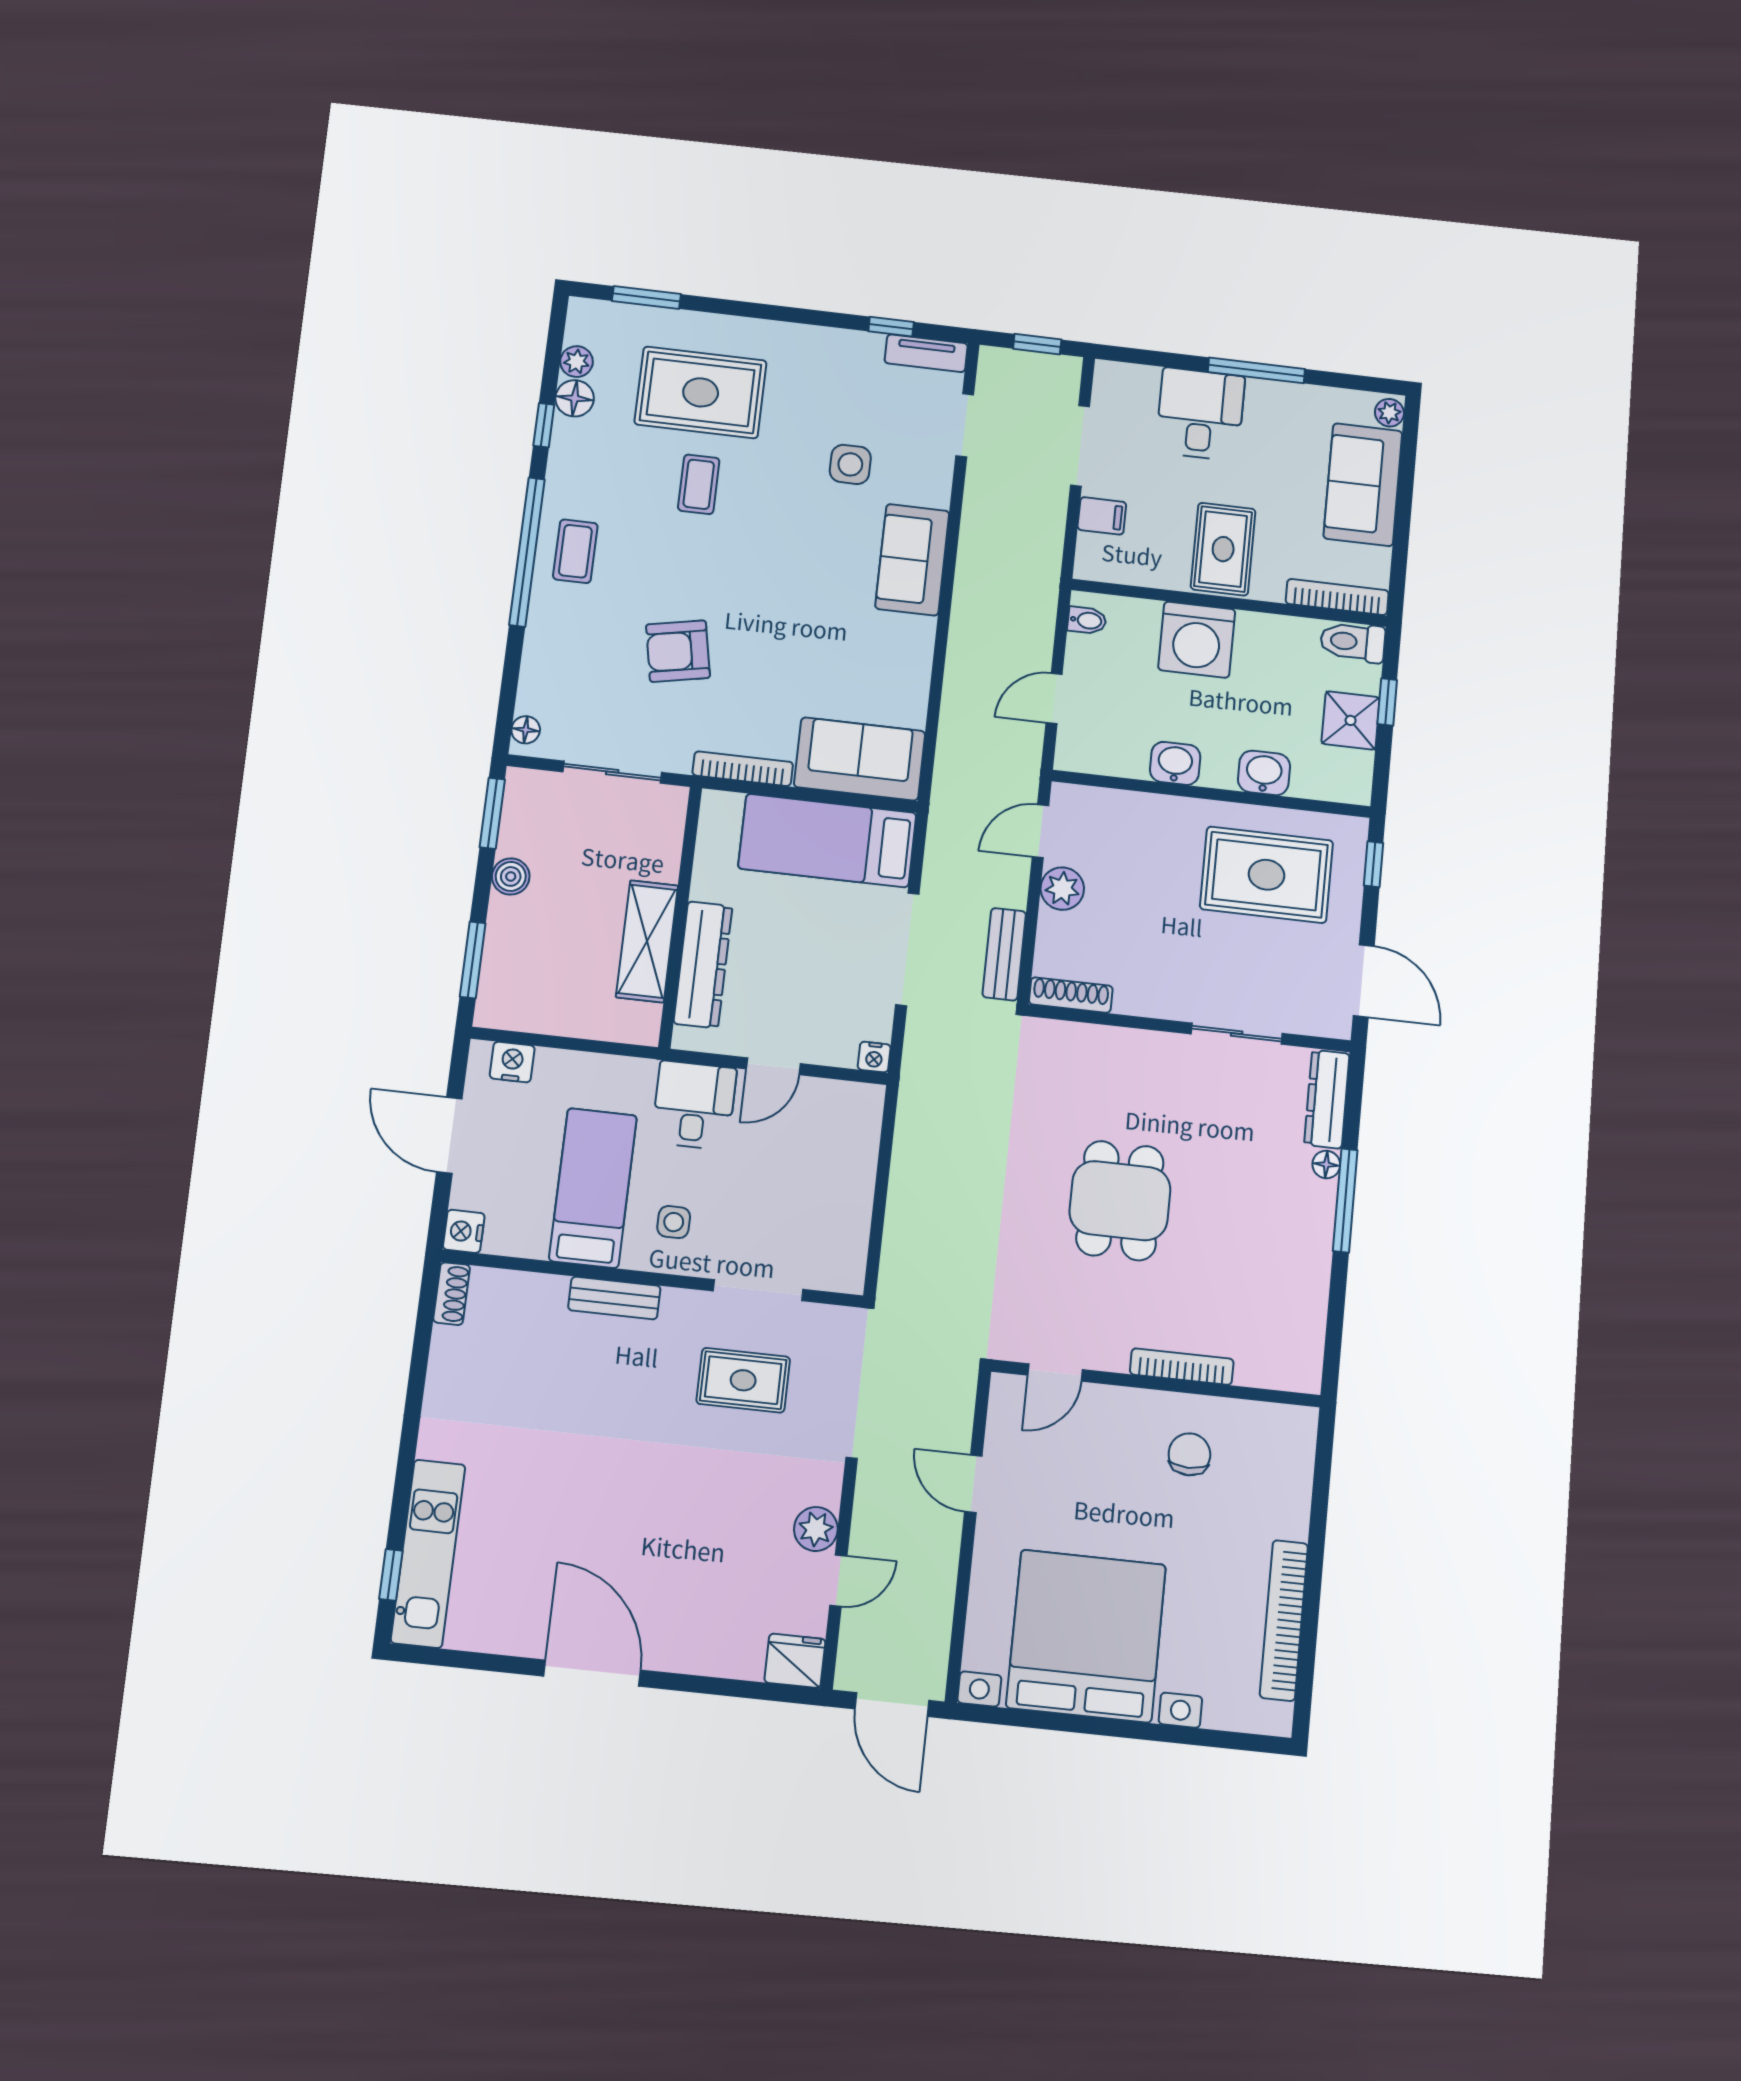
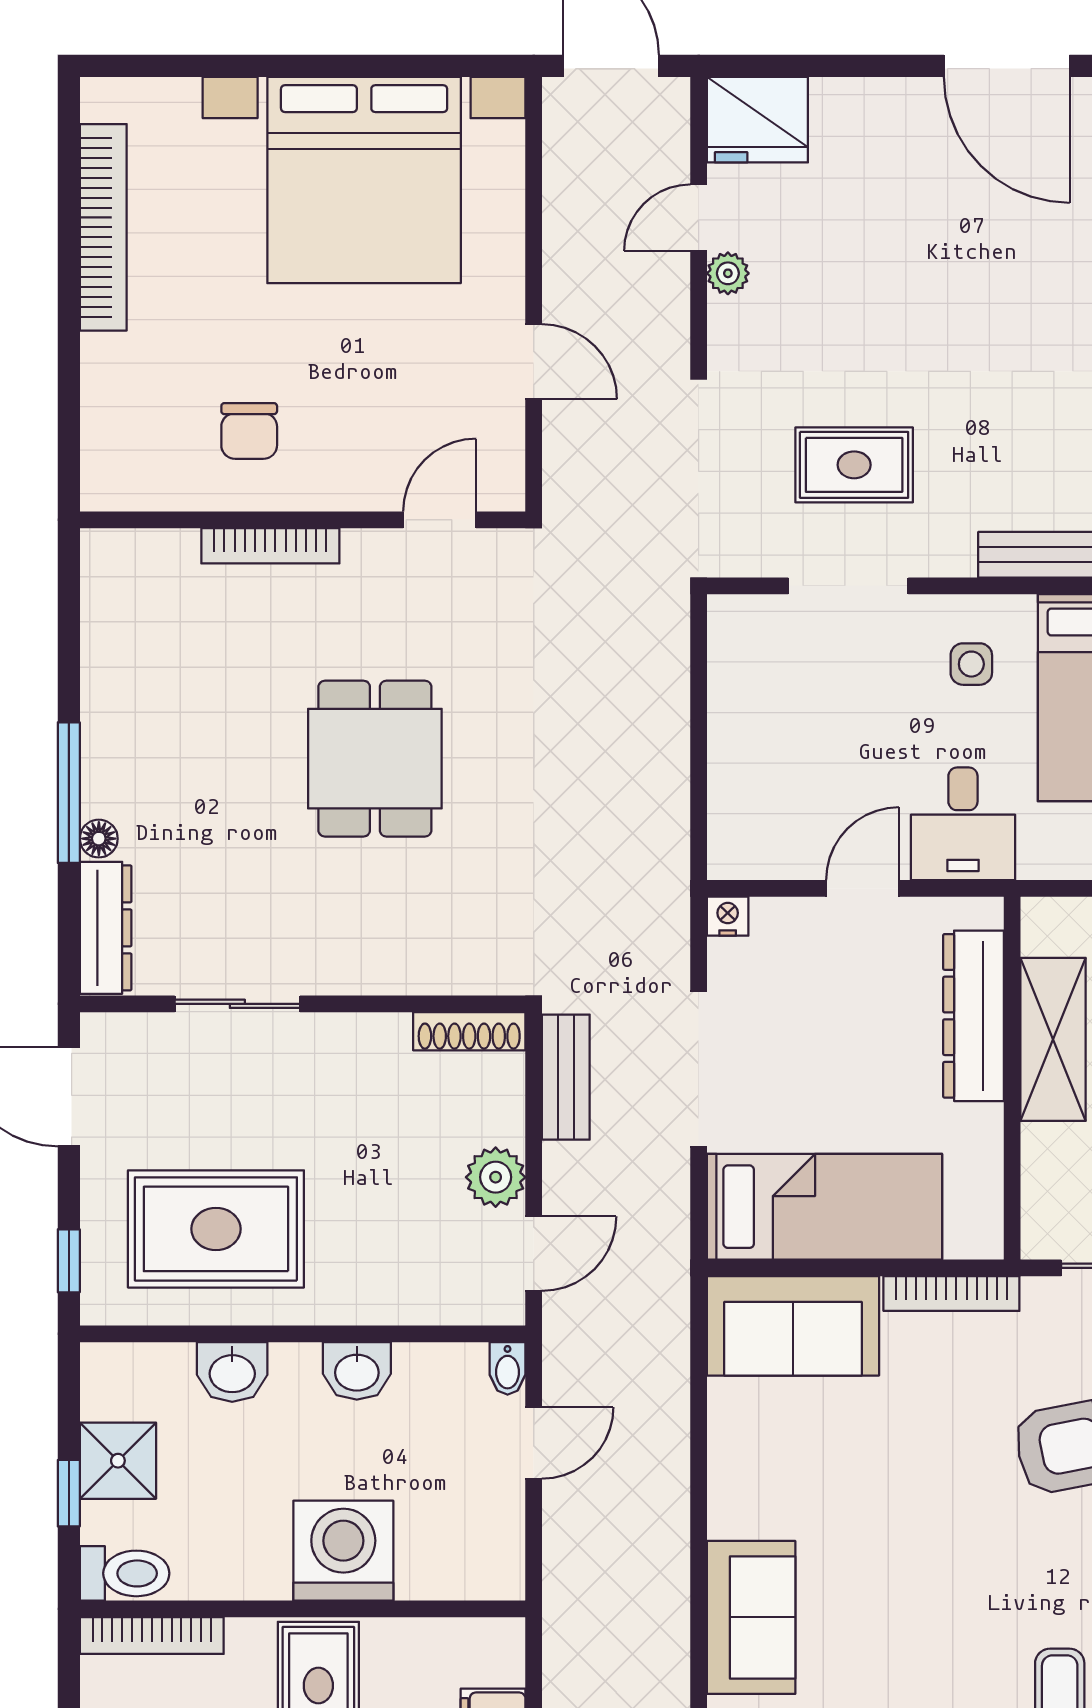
bidet: (1087, 620) -> (508, 1368), moved, turned -90
plant: (816, 1529) -> (728, 273), width x0.73, depth x0.73
fridge: (795, 1661) -> (757, 120), width x1.36, depth x1.34

